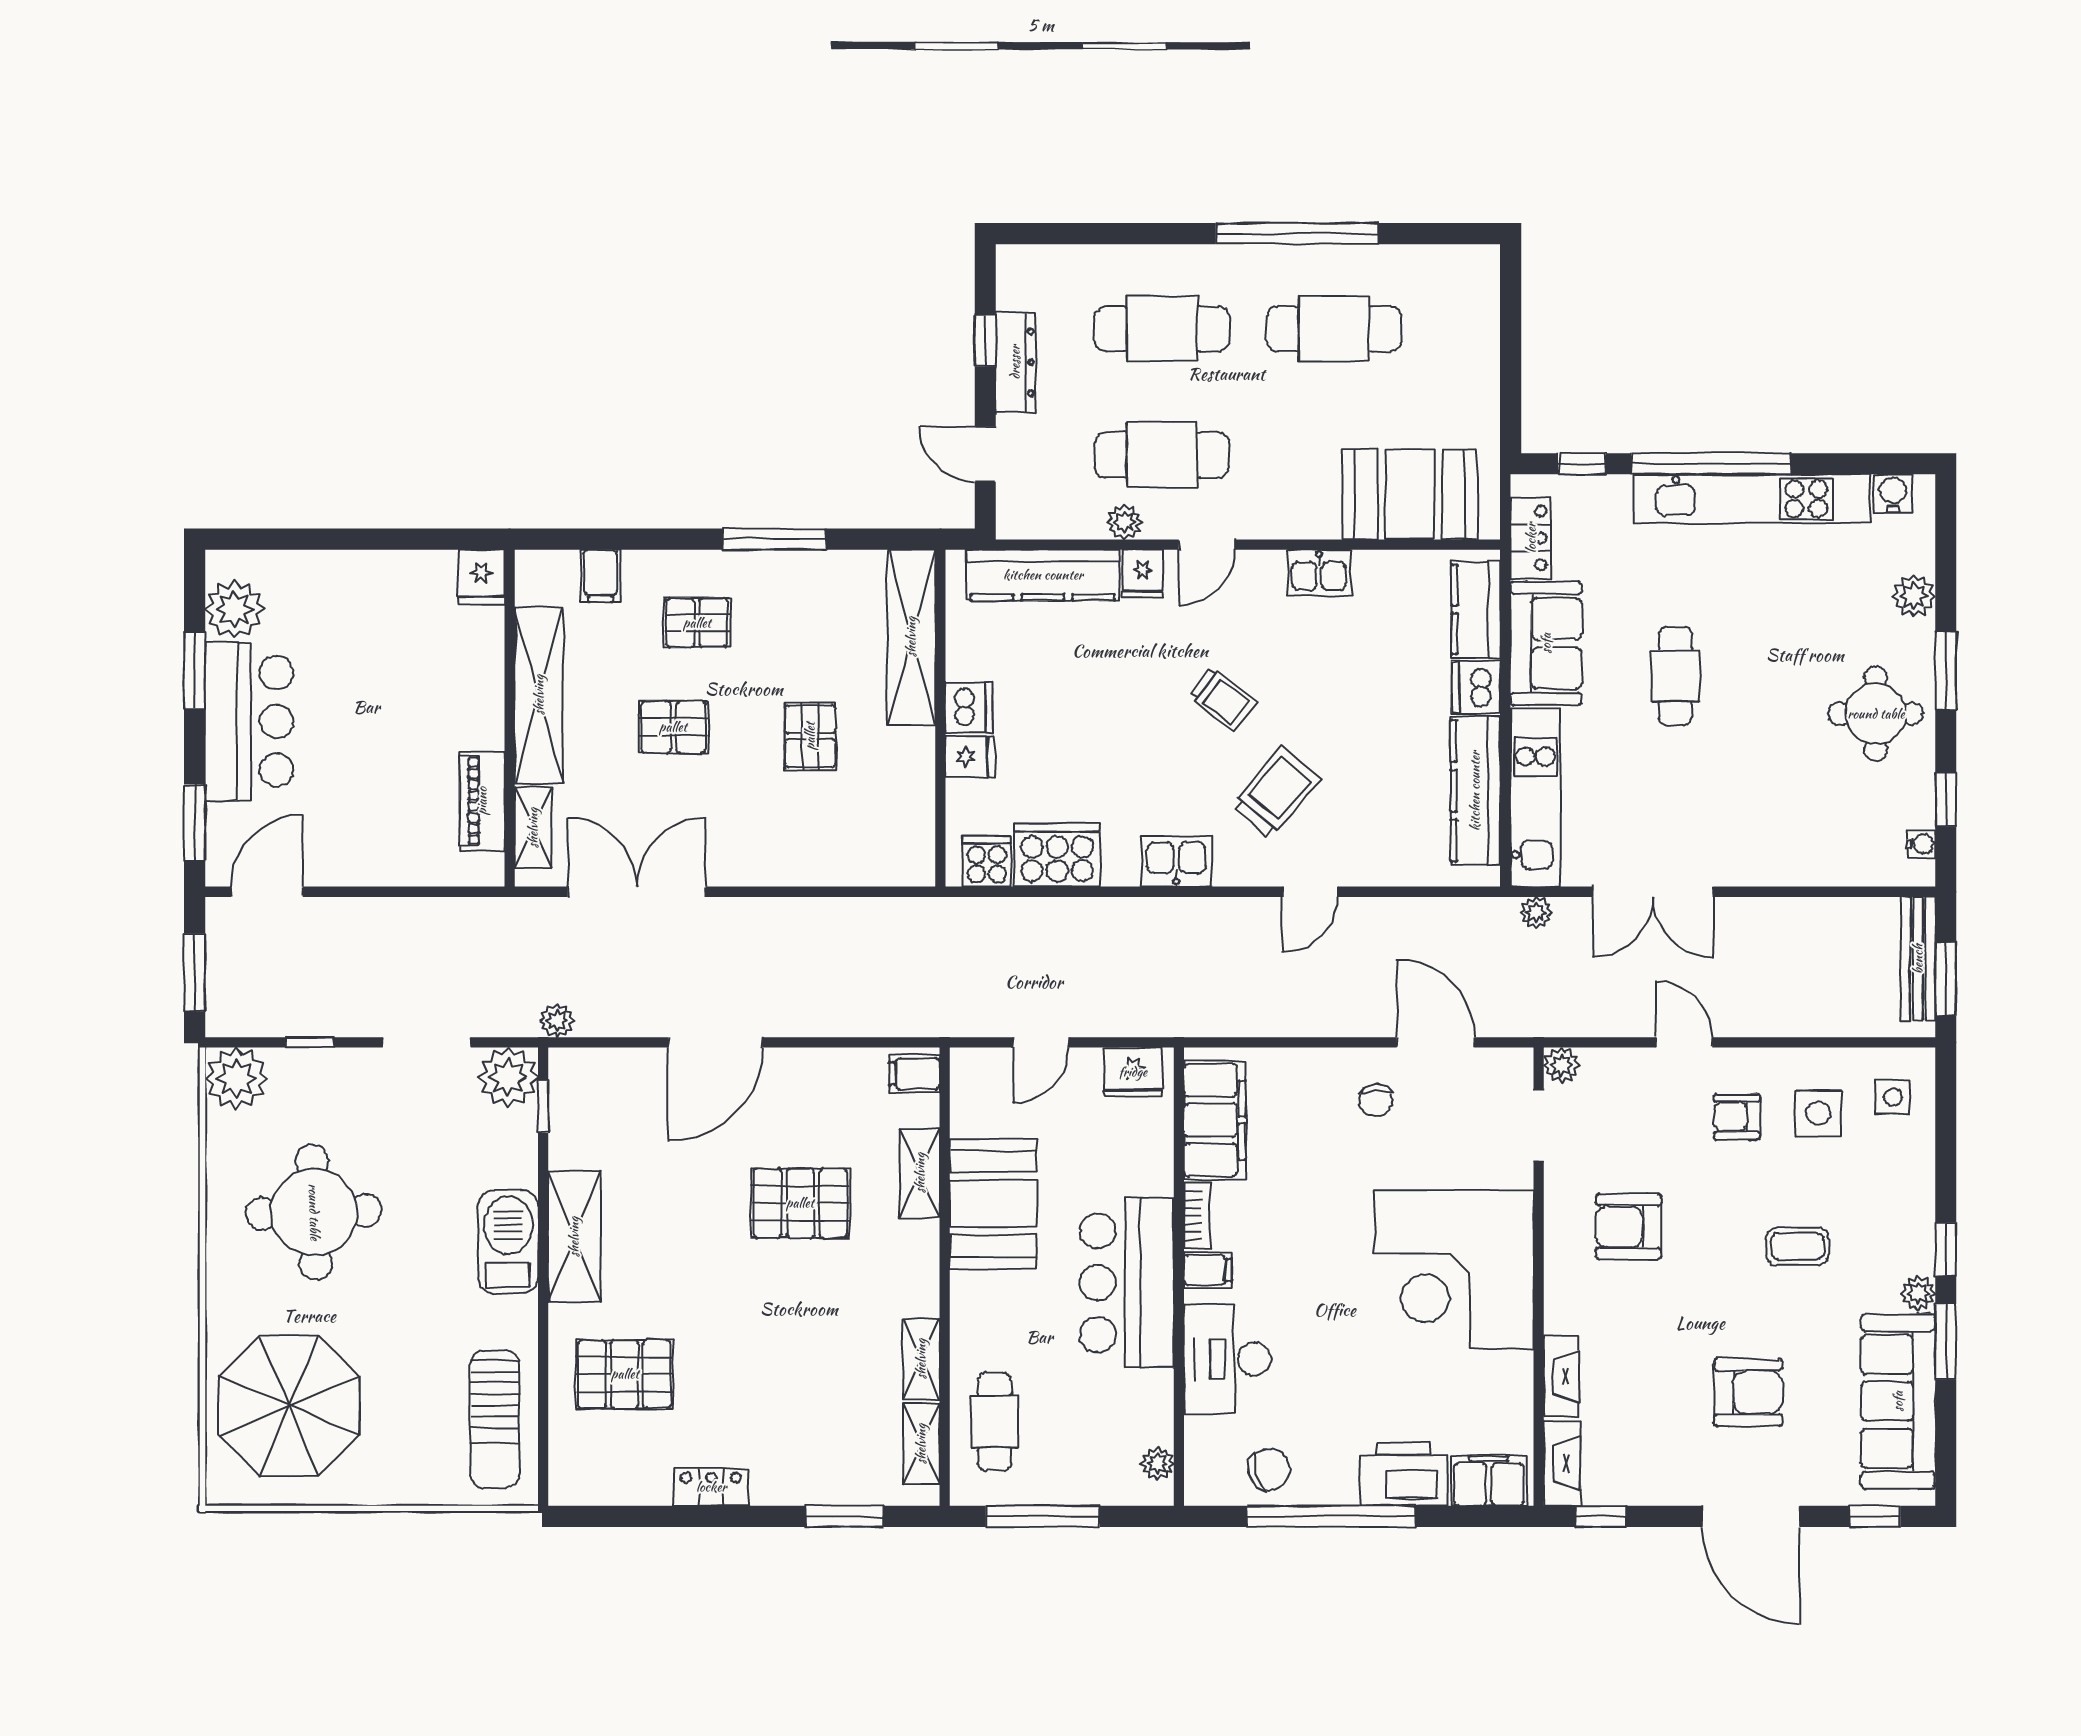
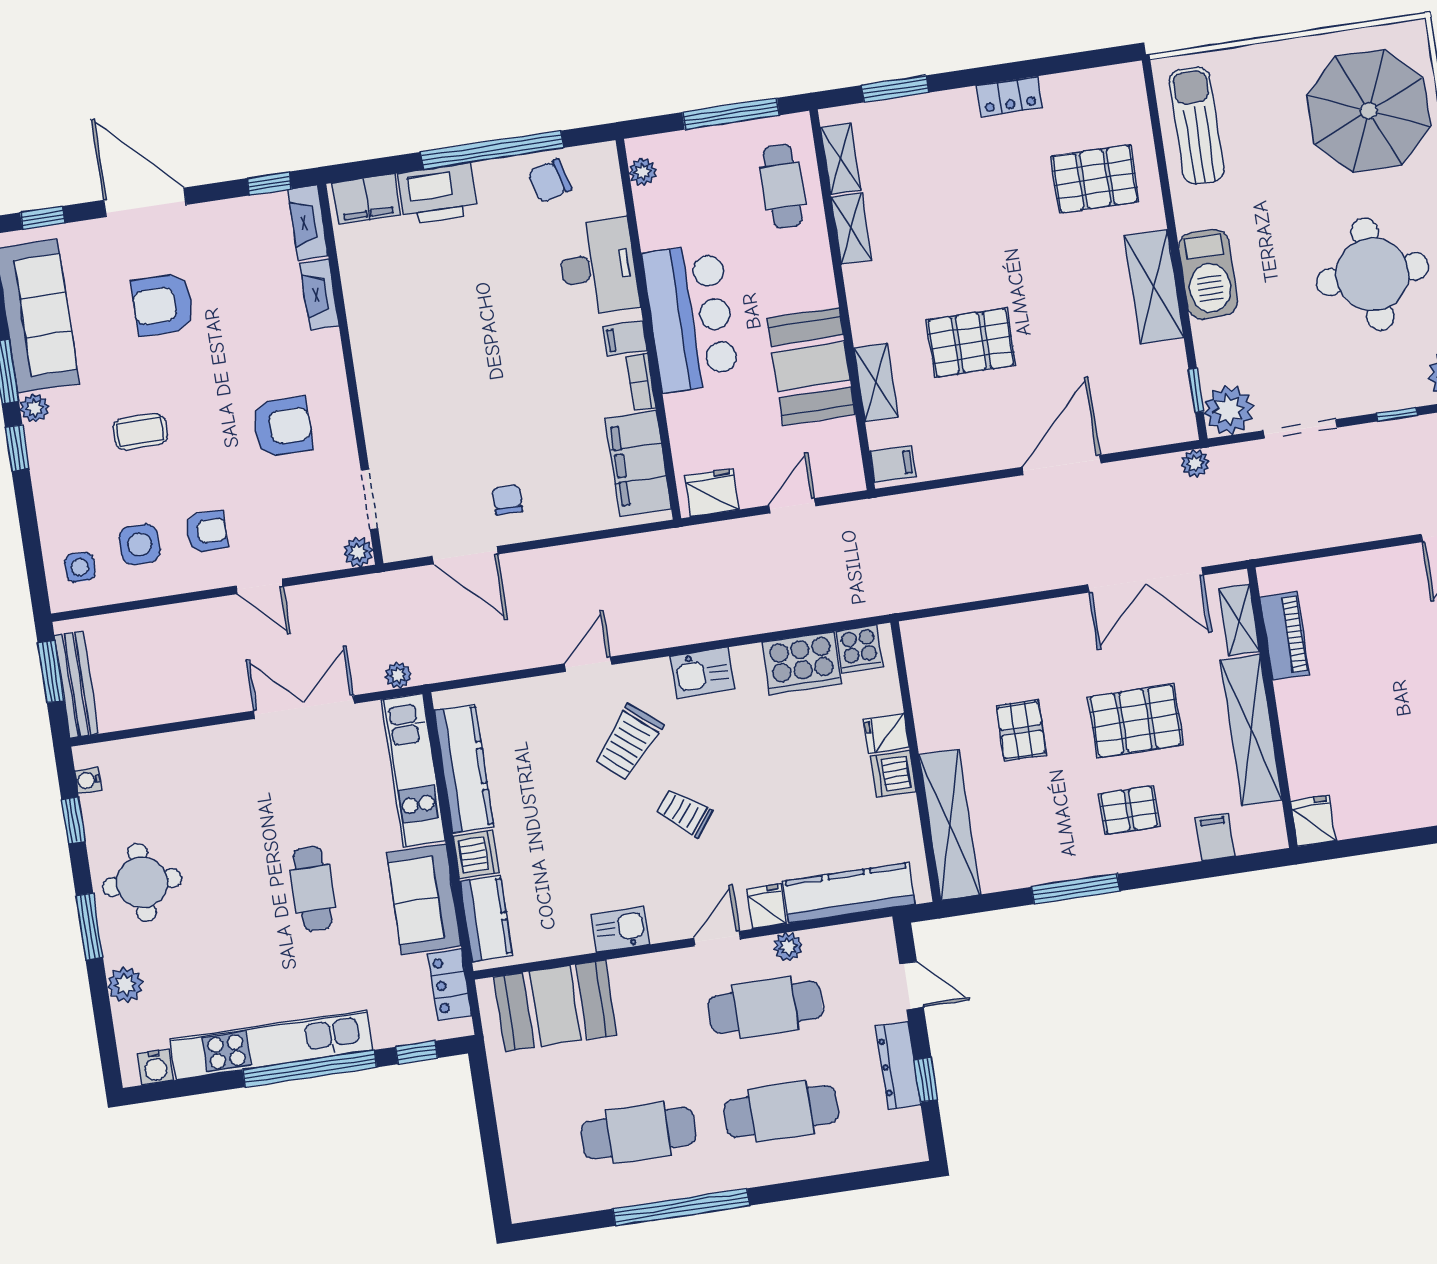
pallet: (673, 727) -> (1136, 721), width x1.50, depth x1.42
corner desk: (1454, 1270) -> (422, 369), removed

